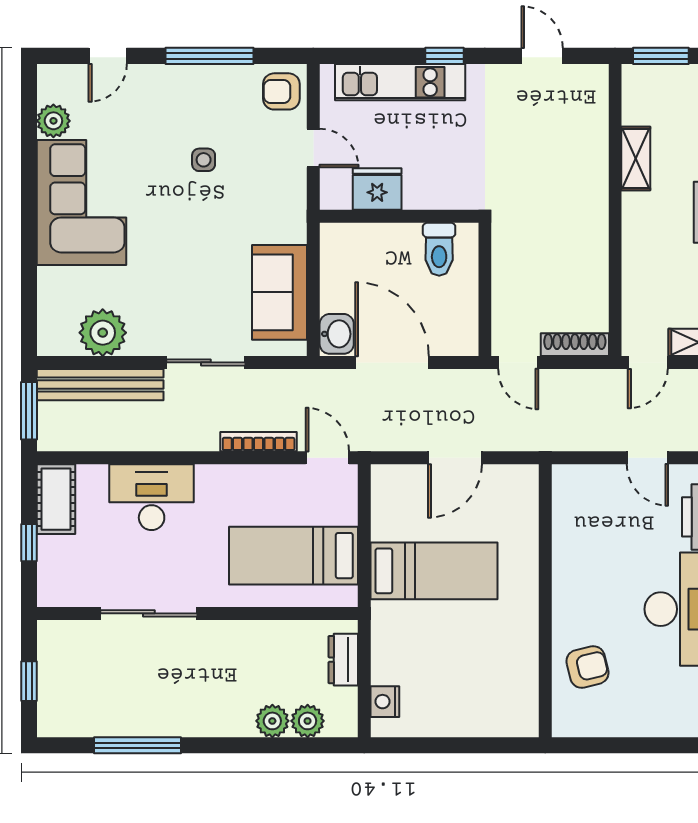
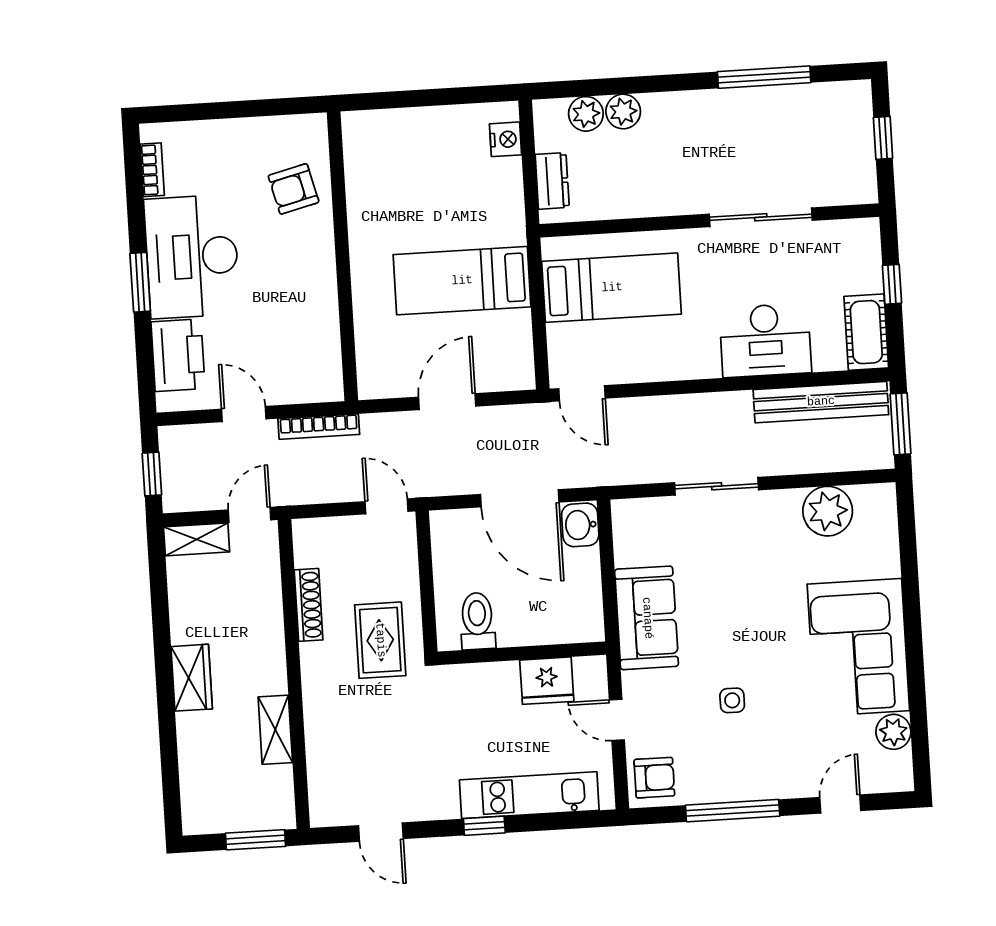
rug: (532, 237) -> (380, 640), added
sofa: (280, 292) -> (647, 618), moved
shoe rack: (575, 345) -> (309, 605), moved, turned -90
bench: (100, 385) -> (821, 402), moved
bookcase: (259, 442) -> (319, 427), moved

